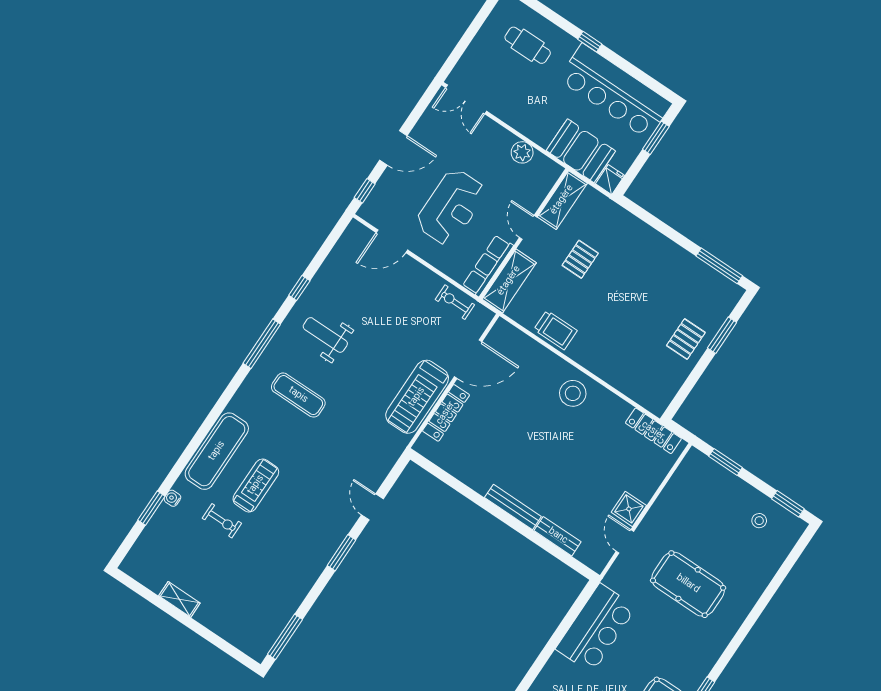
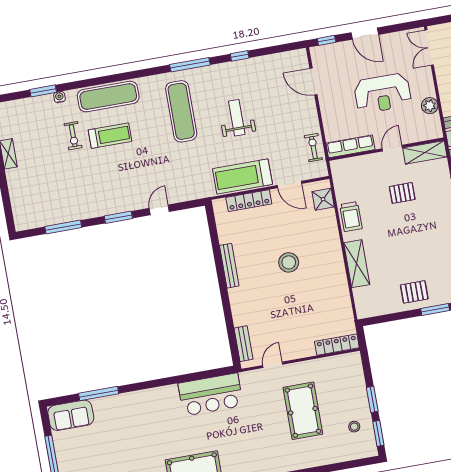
reception desk: (451, 207) -> (383, 93), moved
shelving: (509, 281) -> (357, 264), moved, turned 90
weight bench: (325, 335) -> (237, 118), moved
door: (468, 359) -> (289, 184), width x0.73
stool: (573, 393) -> (289, 262), moved
exercise mat: (298, 395) -> (181, 111), width x1.36, depth x1.45
locker: (653, 431) -> (337, 345), moved, turned 90
window: (726, 462) -> (372, 399), moved
bench: (513, 507) -> (229, 266), moved
shower: (629, 509) -> (323, 199), moved
bench: (558, 536) -> (244, 344), moved
pool table: (688, 584) -> (303, 411), moved
window: (285, 637) -> (63, 227), moved

